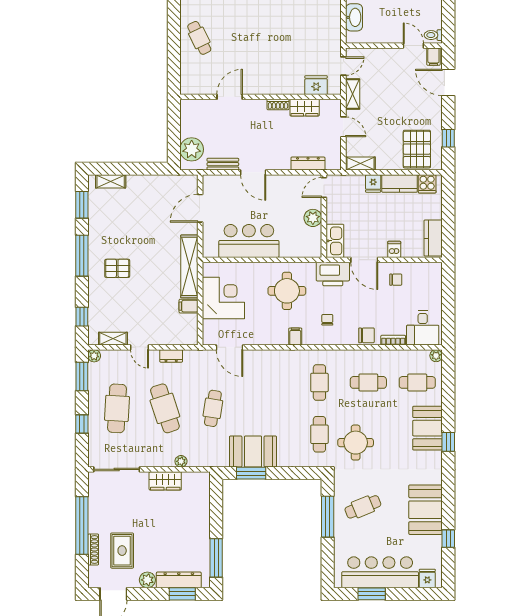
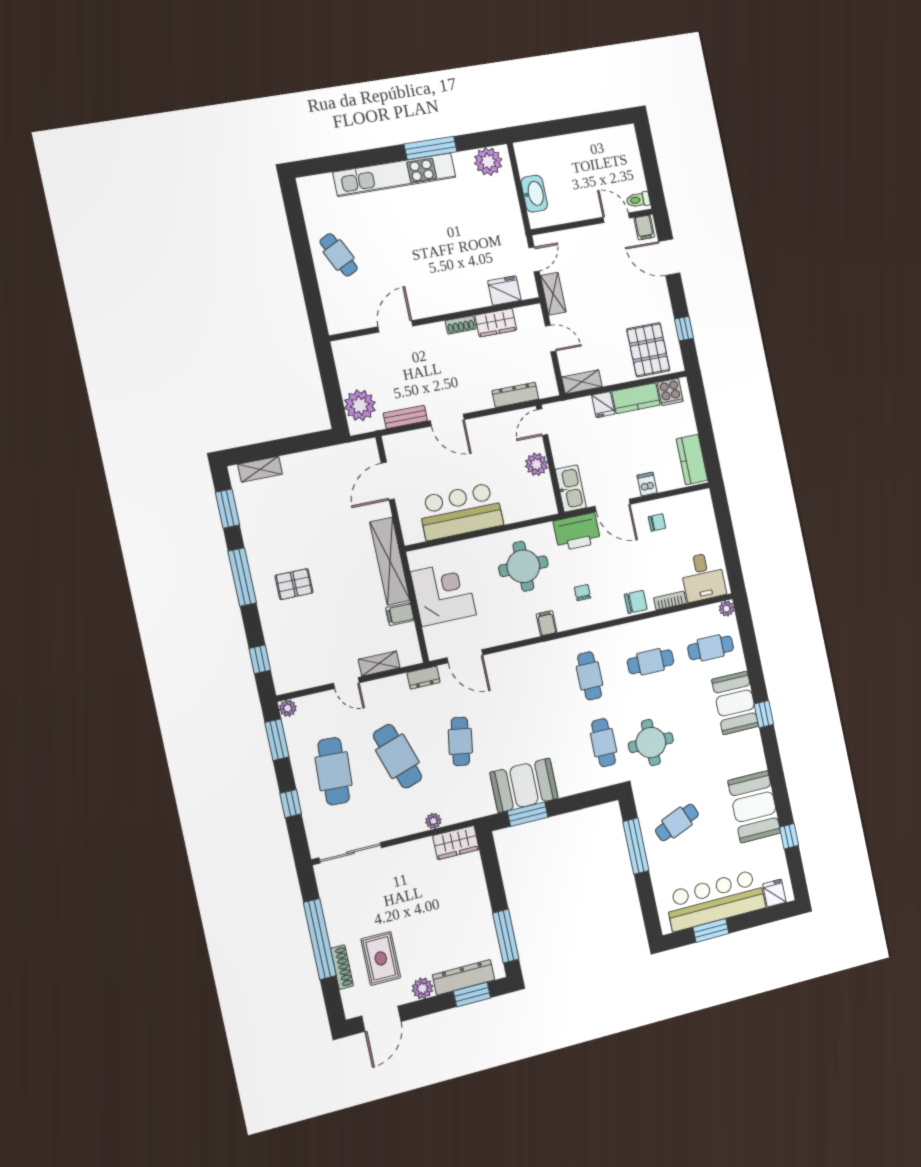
shelving: (113, 339) -> (379, 664), moved
dresser: (171, 356) -> (423, 678), moved
wardrobe: (165, 481) -> (456, 843), moved

